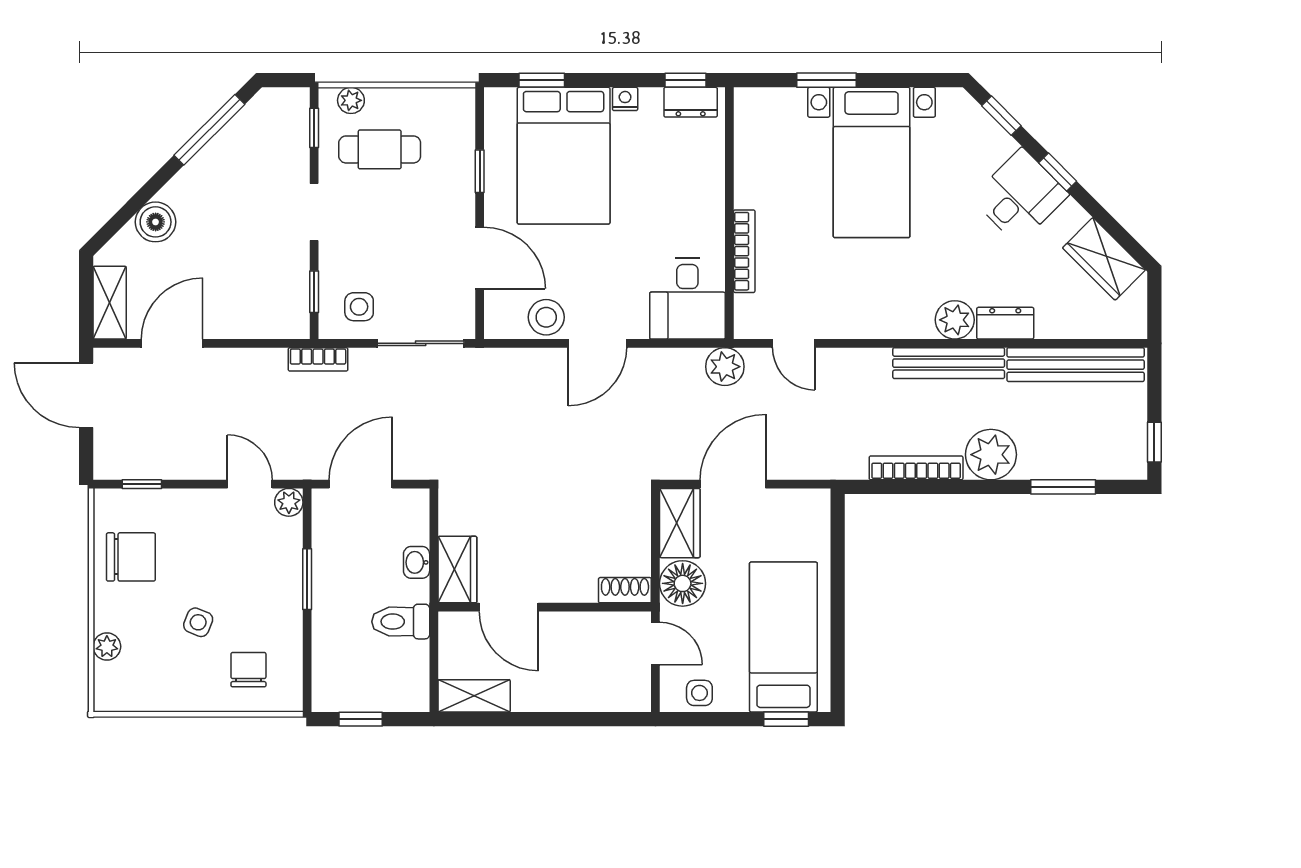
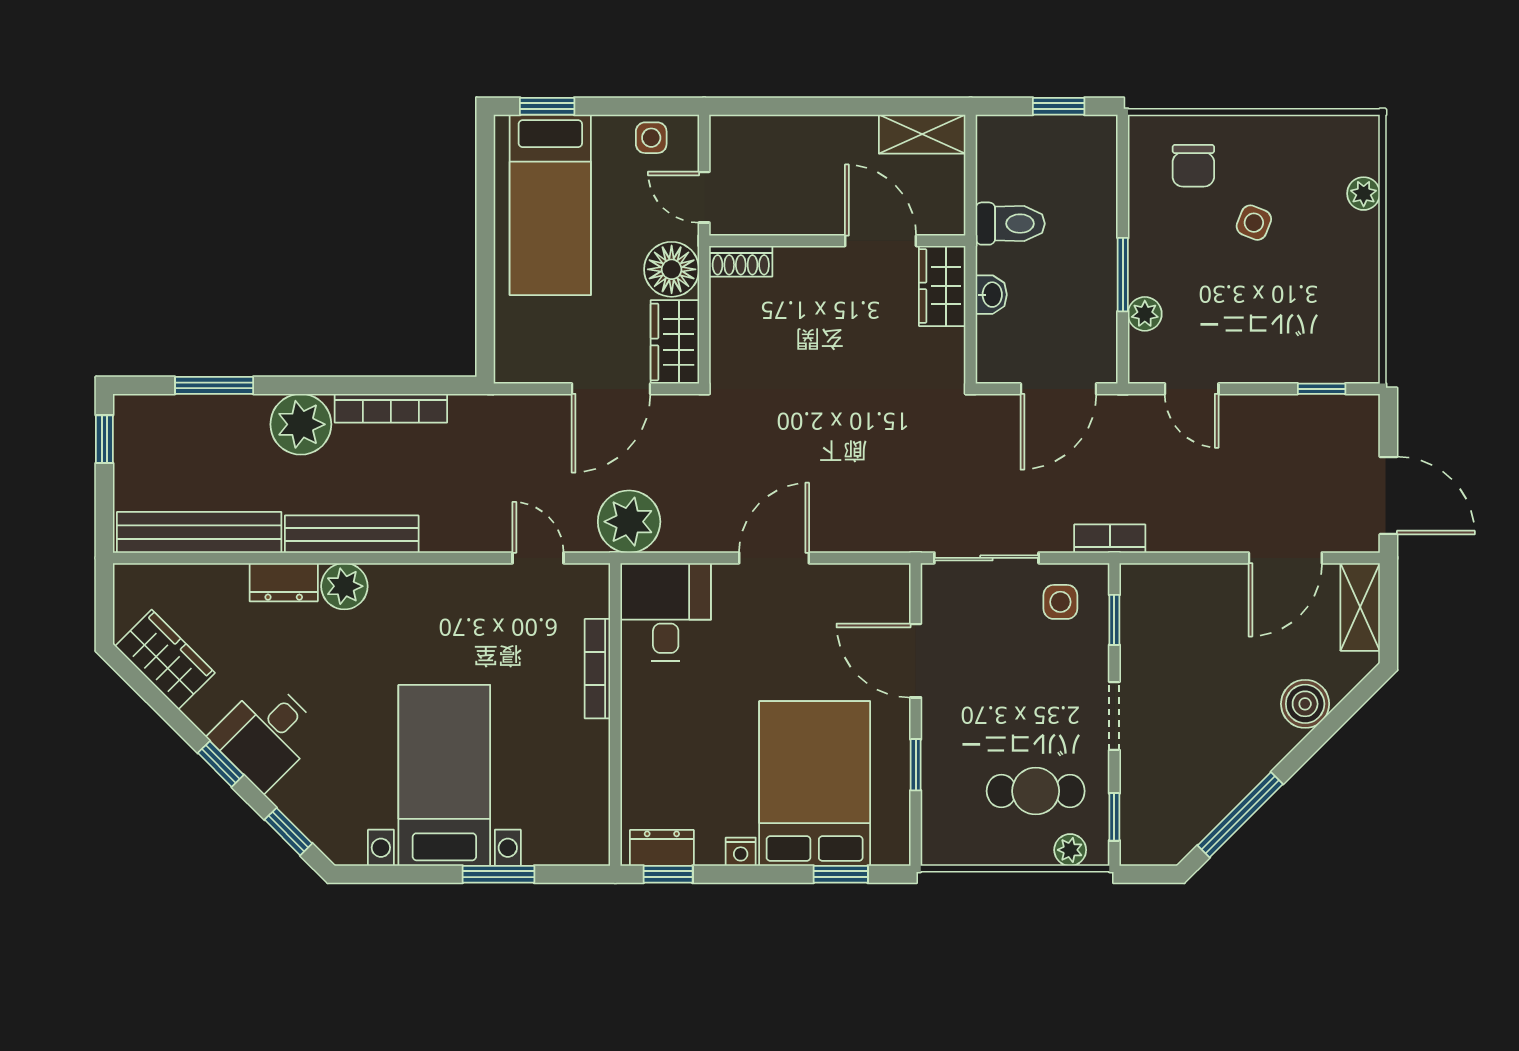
stool: (546, 317) -> (835, 589), removed
plant: (725, 367) -> (629, 522), width x1.36, depth x1.36
plant: (289, 502) -> (1145, 314), moved
chair: (131, 557) -> (1335, 301), removed

